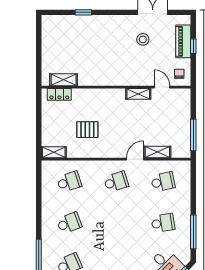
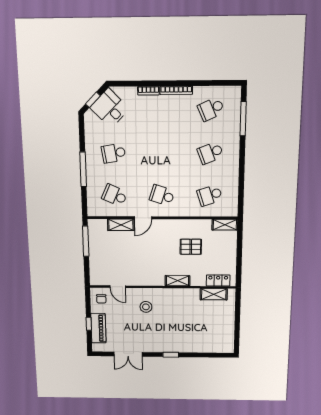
window: (83, 12) -> (171, 355), moved
stool: (143, 39) -> (146, 307), moved
shelving: (138, 94) -> (177, 281), moved
school desk: (116, 182) -> (162, 195), turned 36
school desk: (163, 182) -> (115, 195), turned 36
window: (193, 232) -> (83, 169), moved

